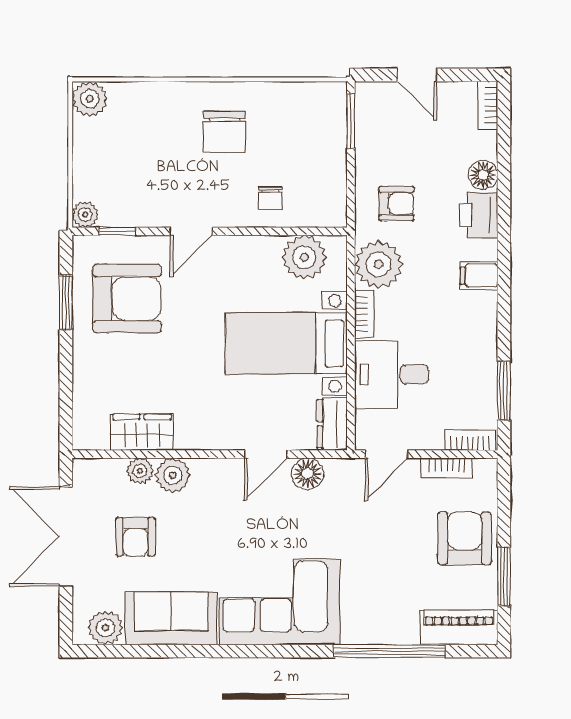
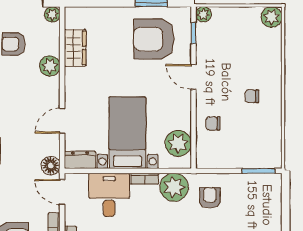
door: (417, 75) -> (286, 210), removed
chair: (224, 132) -> (252, 96), width x0.54, depth x0.54
armchair: (396, 204) -> (210, 198), turned 180
armchair: (127, 299) -> (154, 39), turned 90
door: (266, 454) -> (62, 121), hinge flipped
plant: (140, 471) -> (52, 14), moved
floor lamp: (308, 474) -> (51, 166), moved

